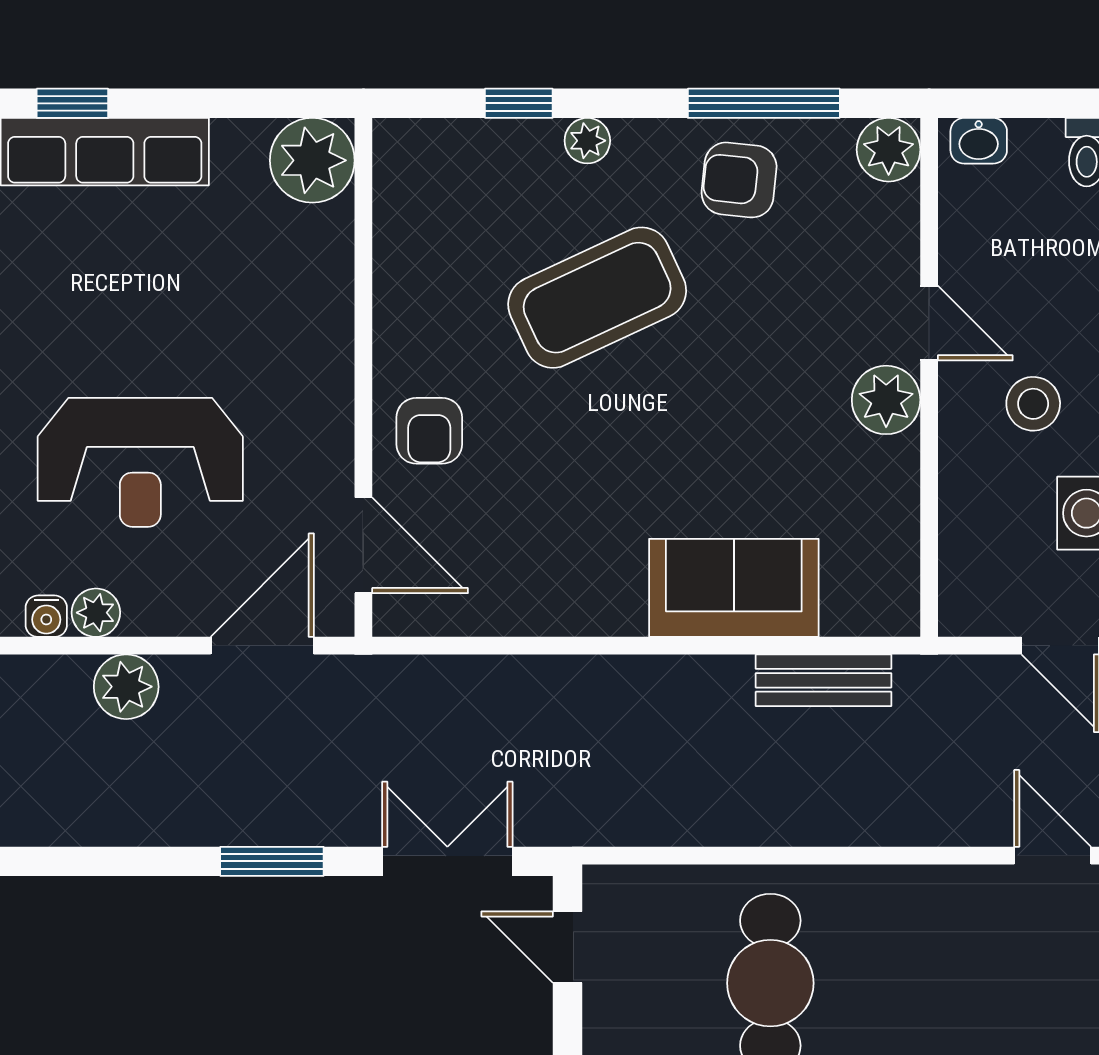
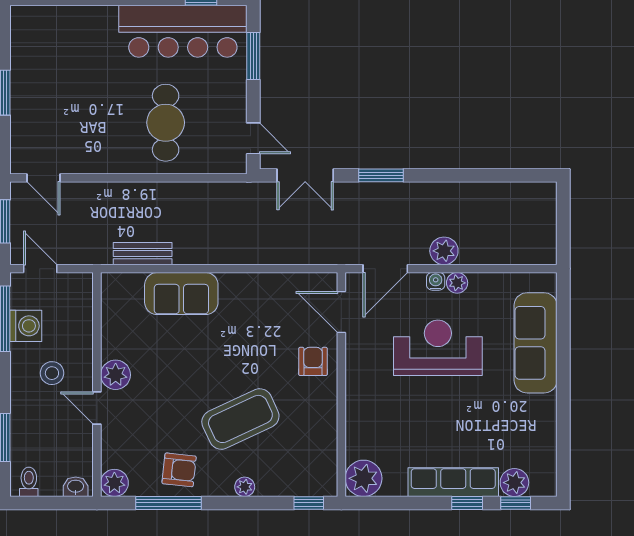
window: (519, 103) -> (309, 503), moved
water cooler: (46, 616) -> (436, 281), moved

